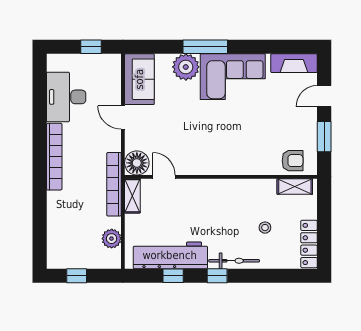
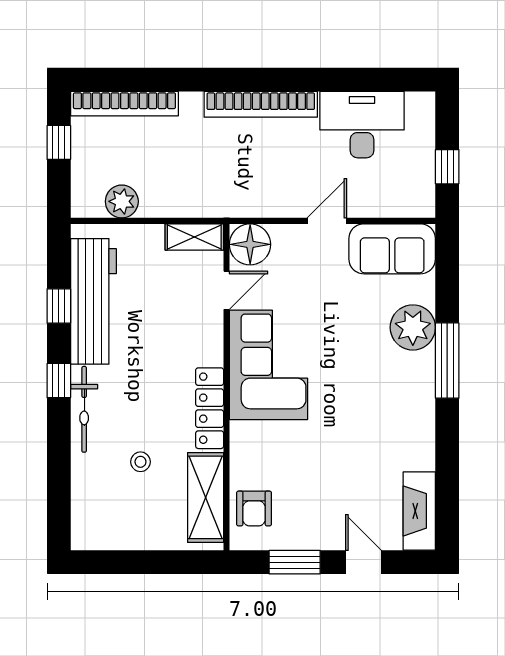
corner sofa: (233, 77) -> (268, 365), moved, turned 180
bookcase: (114, 184) -> (124, 104), moved, turned 180
shelving: (295, 186) -> (206, 497), width x1.50, depth x1.33
locker: (309, 244) -> (210, 408), moved, turned -90

